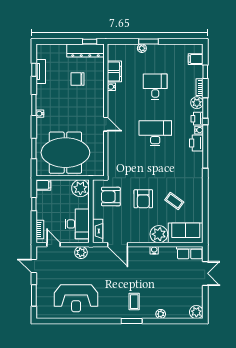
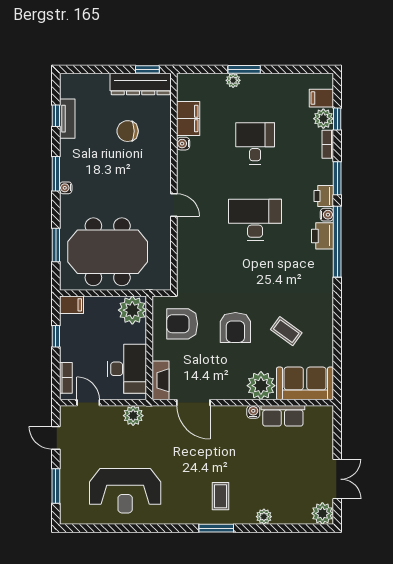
plant: (197, 103) -> (323, 119), moved
row of seats: (190, 253) -> (283, 416), moved
double door: (205, 273) -> (337, 479), moved

